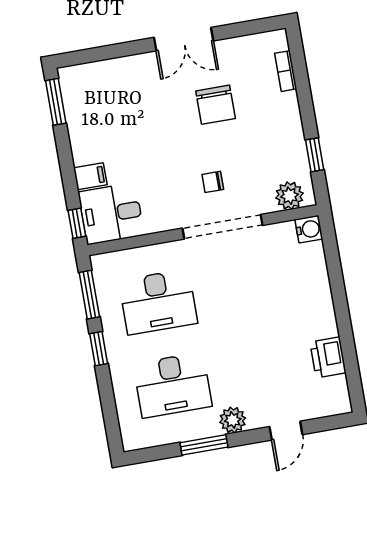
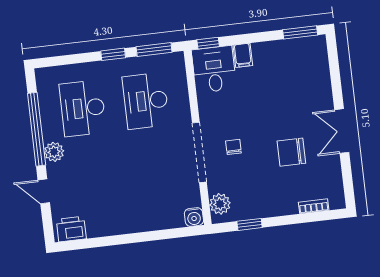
printer: (328, 357) -> (71, 229), moved
window: (204, 445) -> (37, 129), width x2.11

